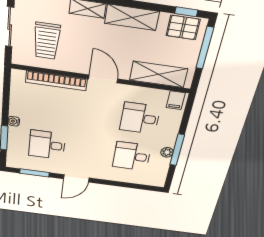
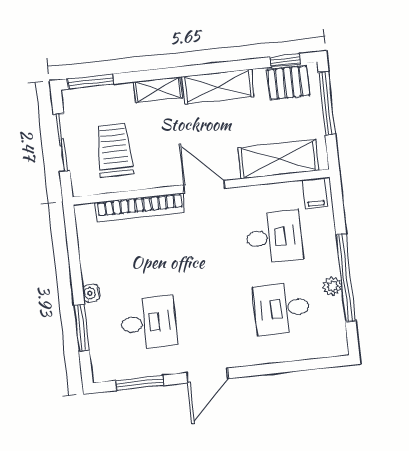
trolley: (47, 41) -> (114, 150), turned 180
desk: (140, 118) -> (274, 237), turned 180
desk: (47, 145) -> (149, 323), turned 180
window: (177, 150) -> (346, 278), width x1.46

